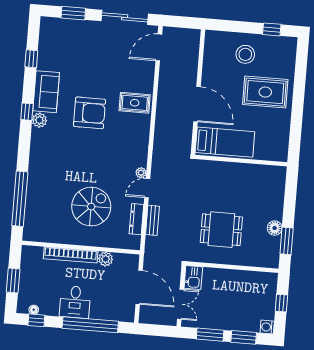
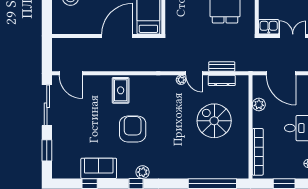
sofa: (46, 92) -> (99, 168), moved
bookcase: (71, 255) -> (258, 152), moved
door: (139, 287) -> (281, 73), swing flipped

